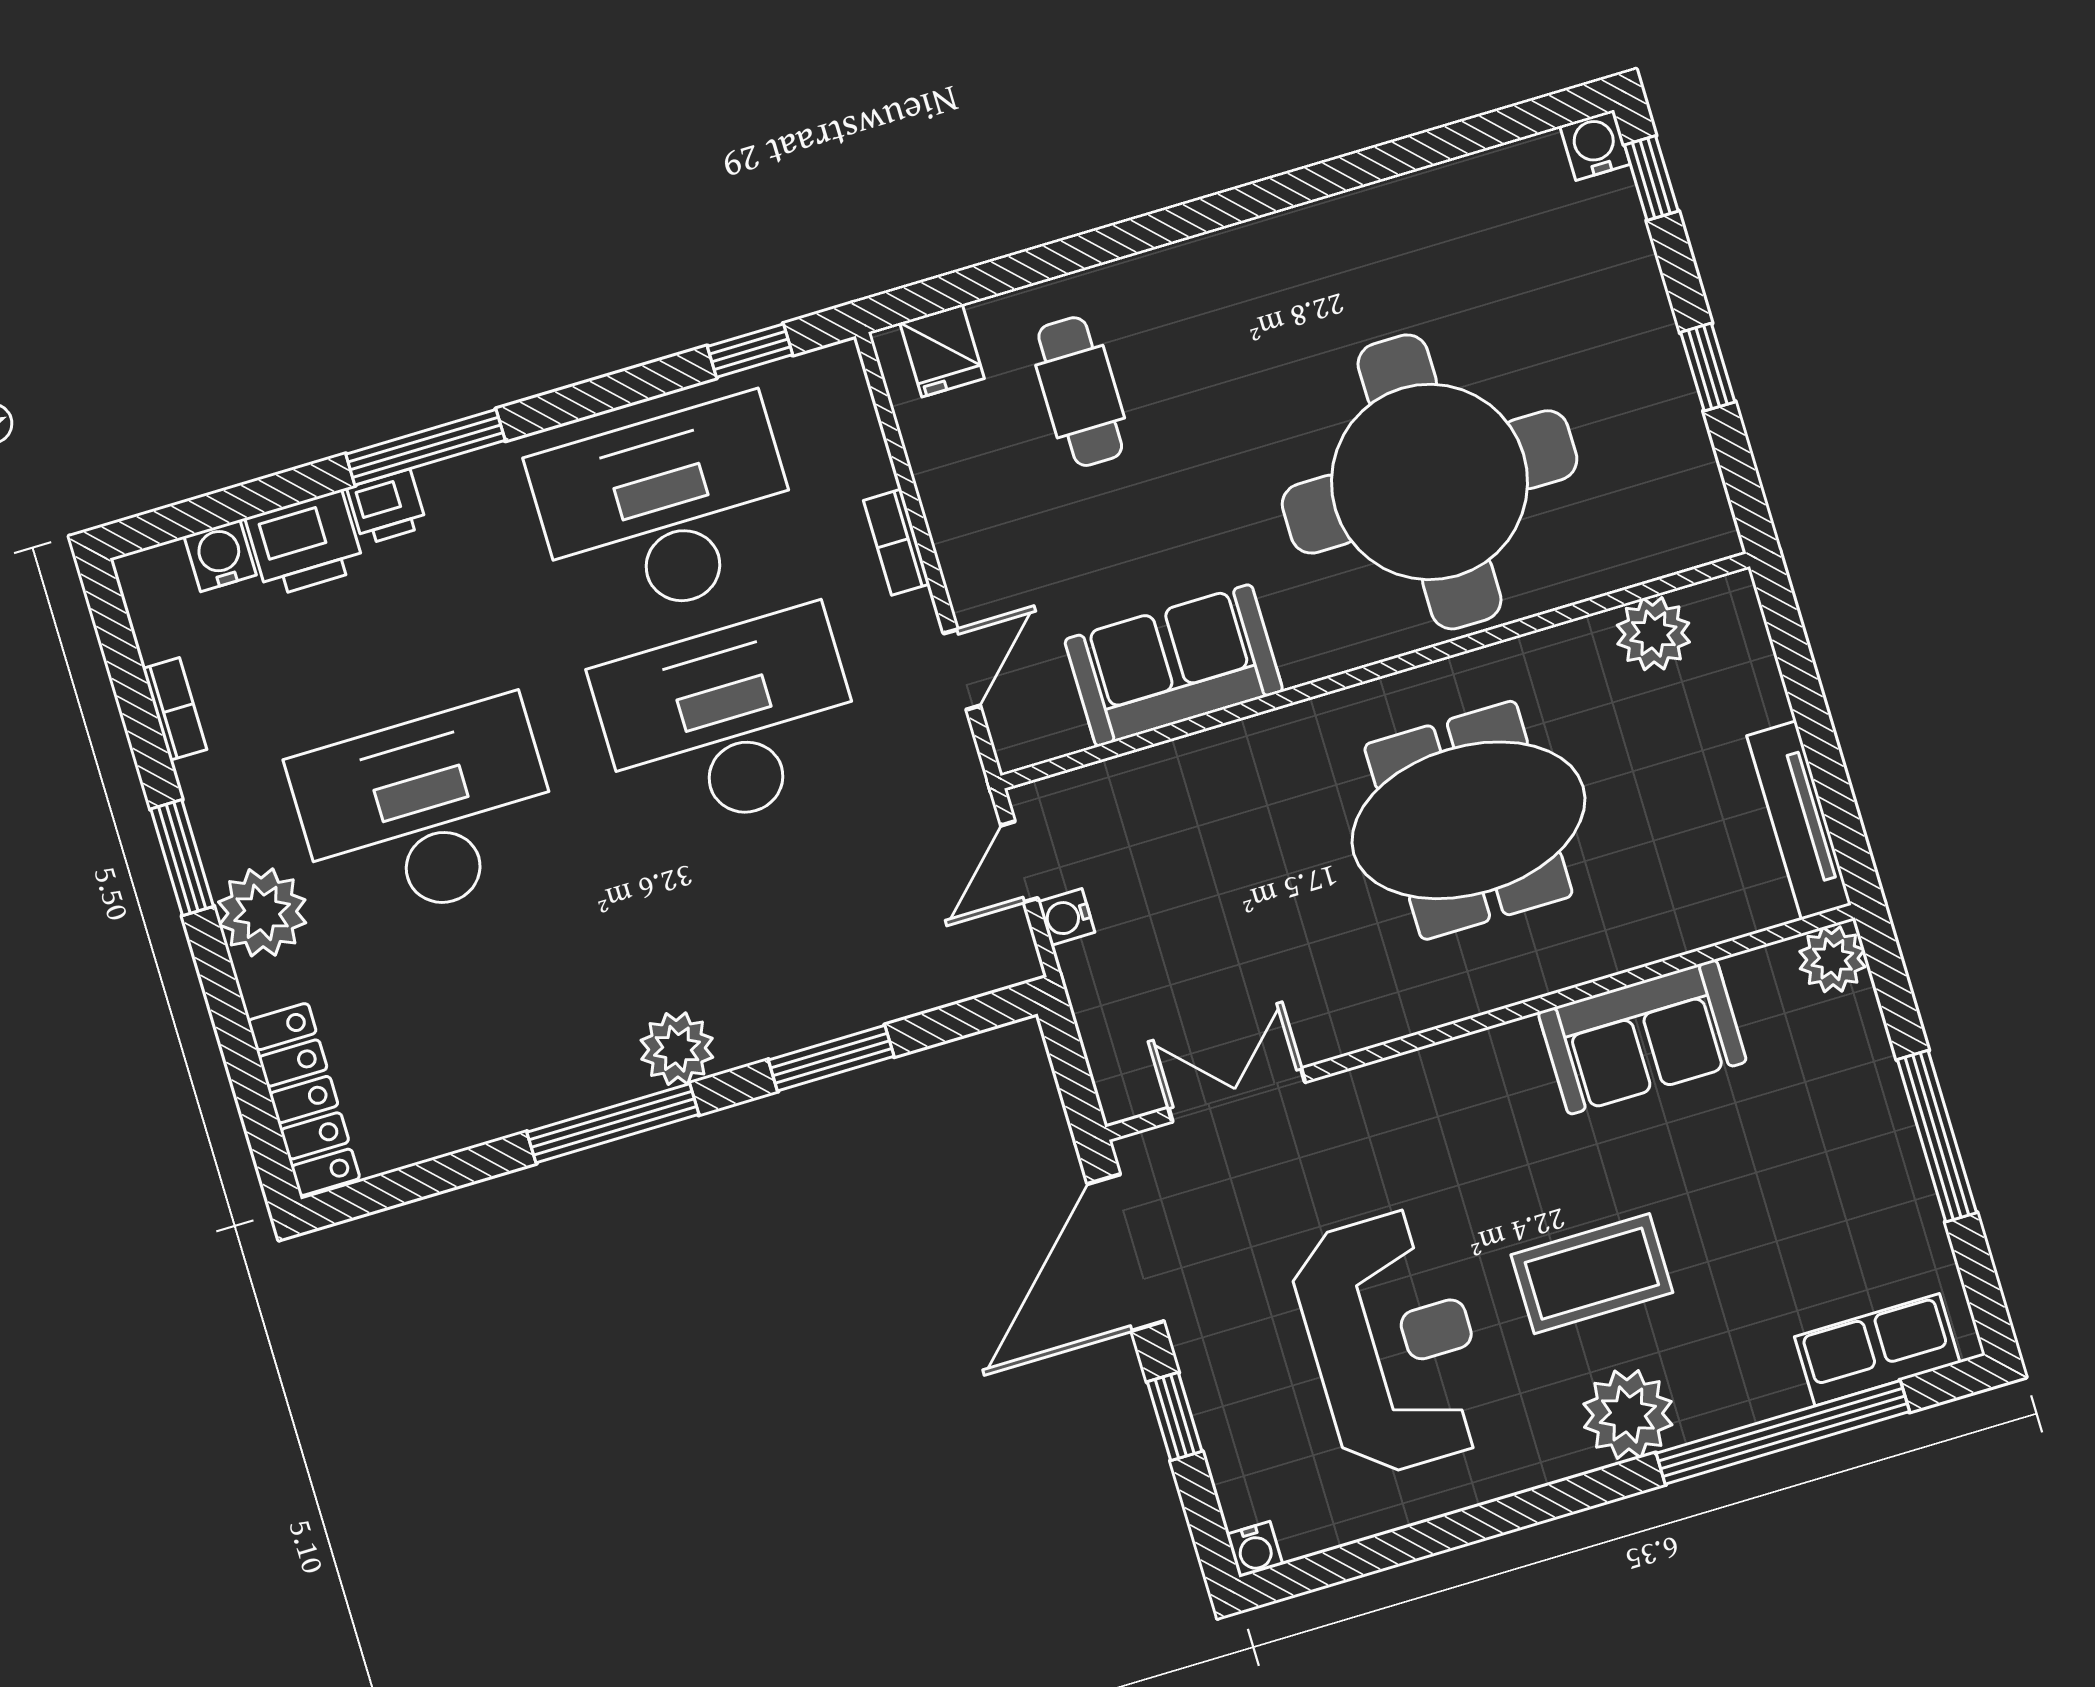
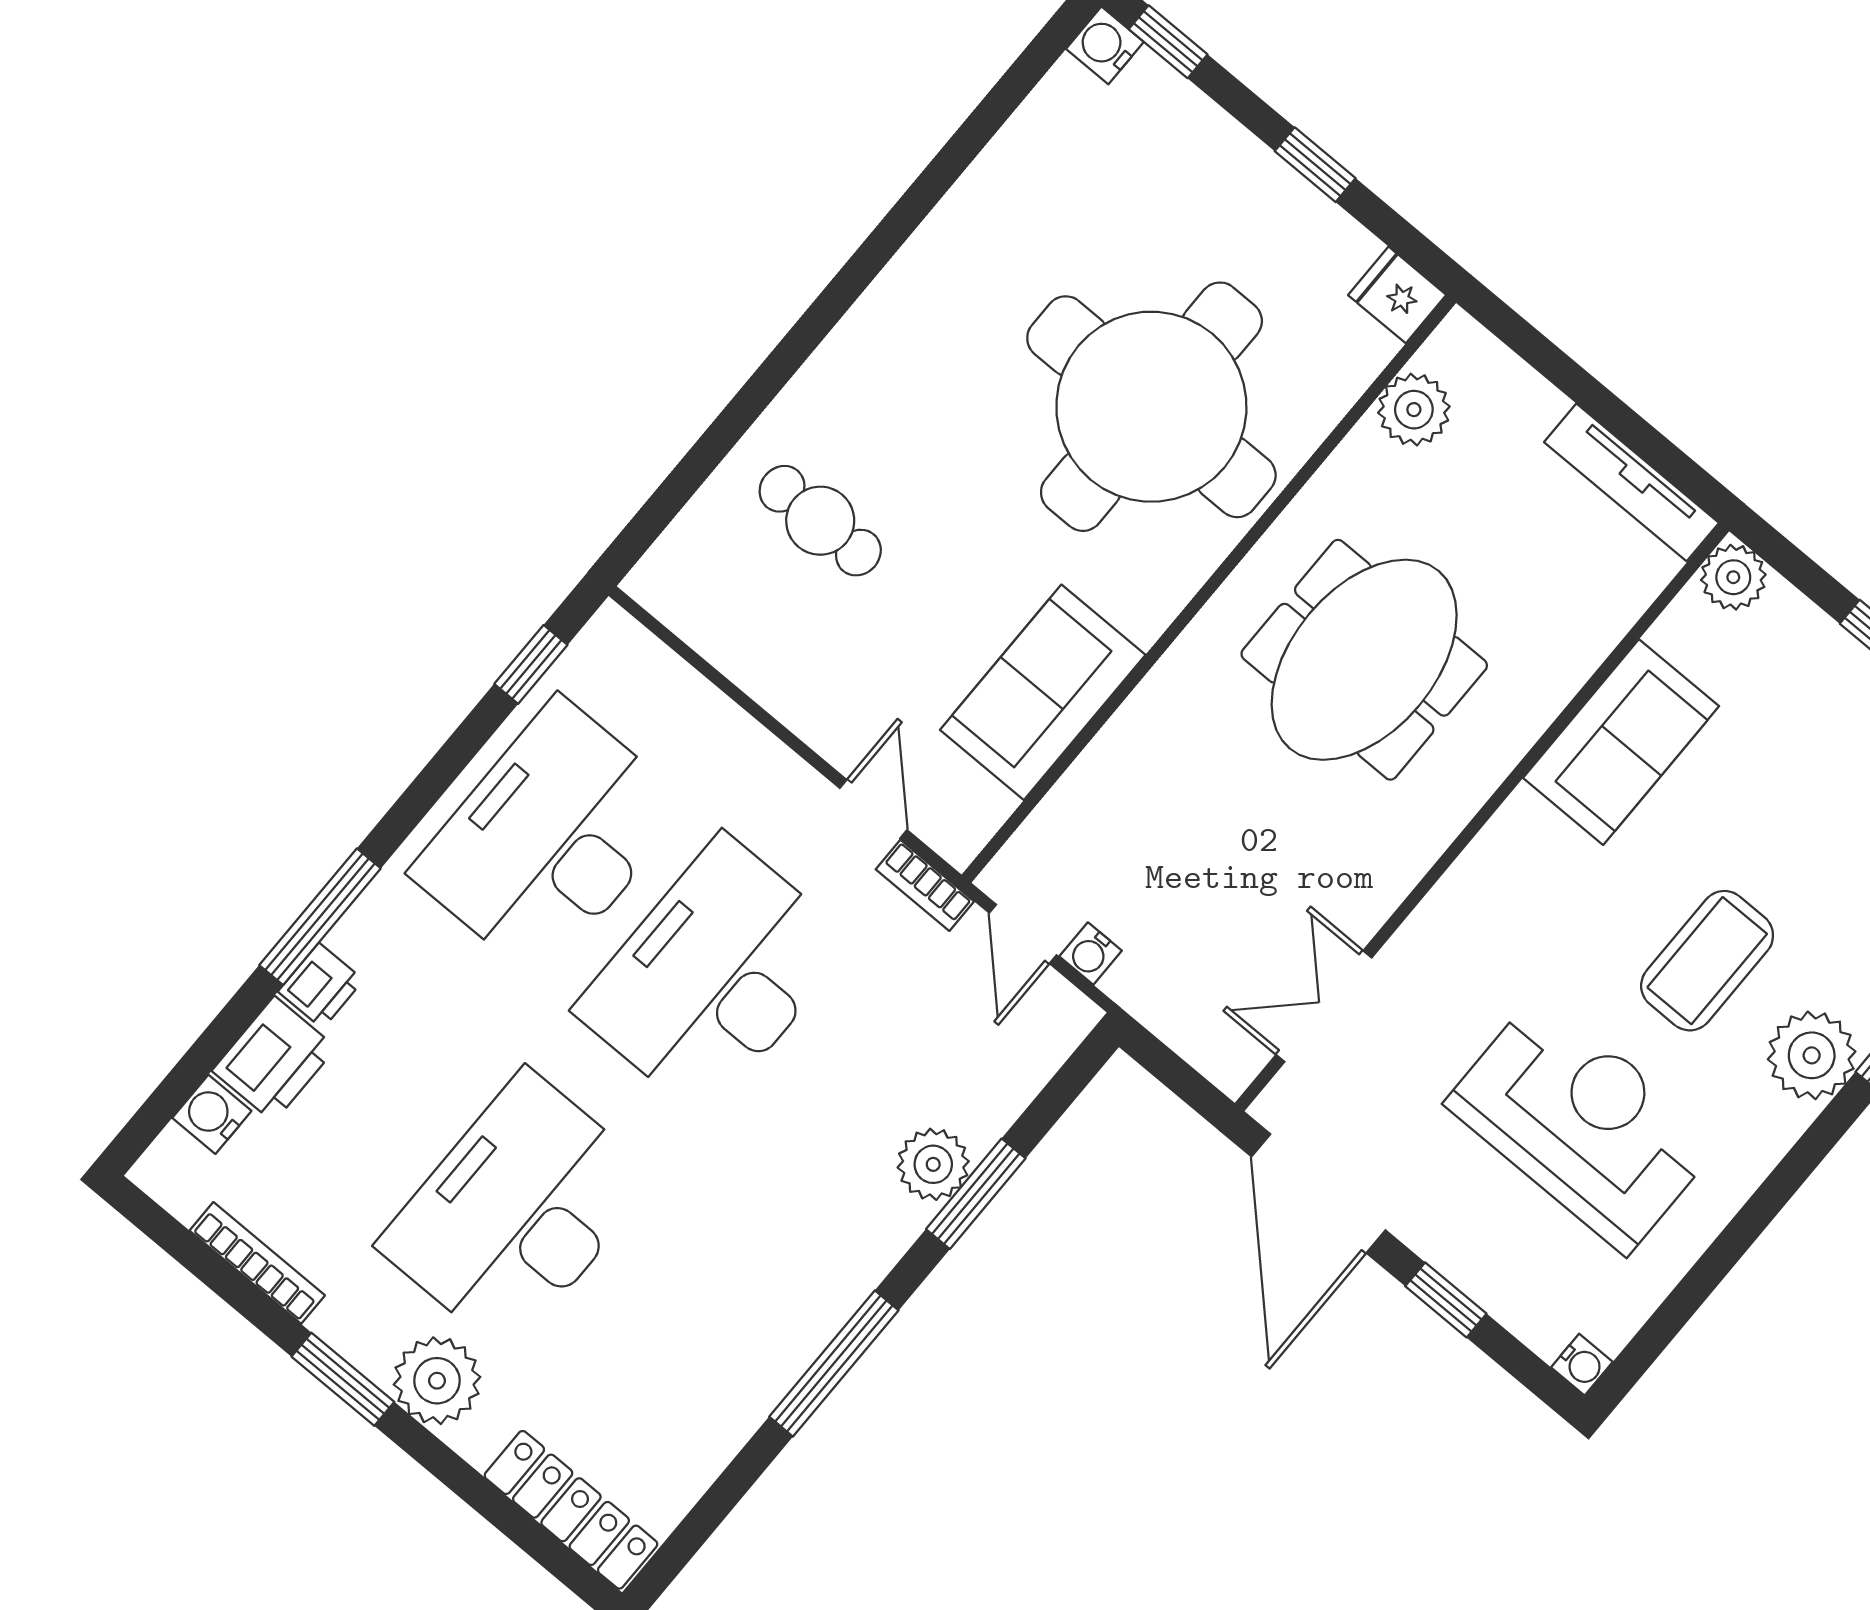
fridge: (942, 351) -> (1397, 295), moved, turned 180
bookcase: (897, 542) -> (925, 885), moved
bookcase: (175, 709) -> (257, 1263), width x1.56
plant: (677, 1049) -> (933, 1164), moved

